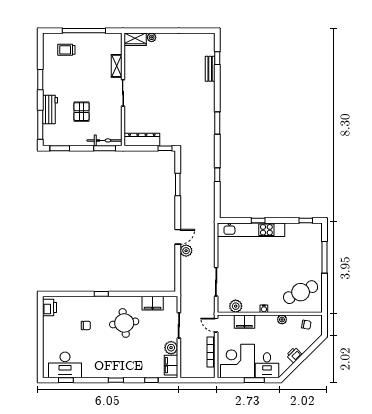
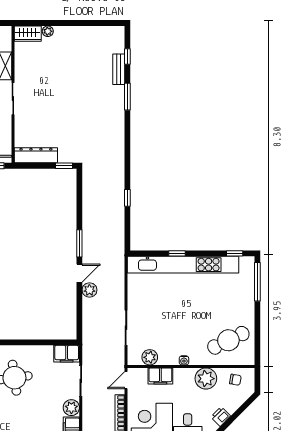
window: (217, 123) -> (127, 97), moved
window: (178, 185) -> (79, 243), moved
kitchen unit: (251, 230) -> (183, 265), width x1.36
window: (324, 257) -> (257, 282), moved
filing cabinet: (153, 303) -> (67, 354), moved
plant: (282, 320) -> (206, 379), width x1.88, depth x1.88
door: (216, 325) -> (126, 380), hinge flipped

